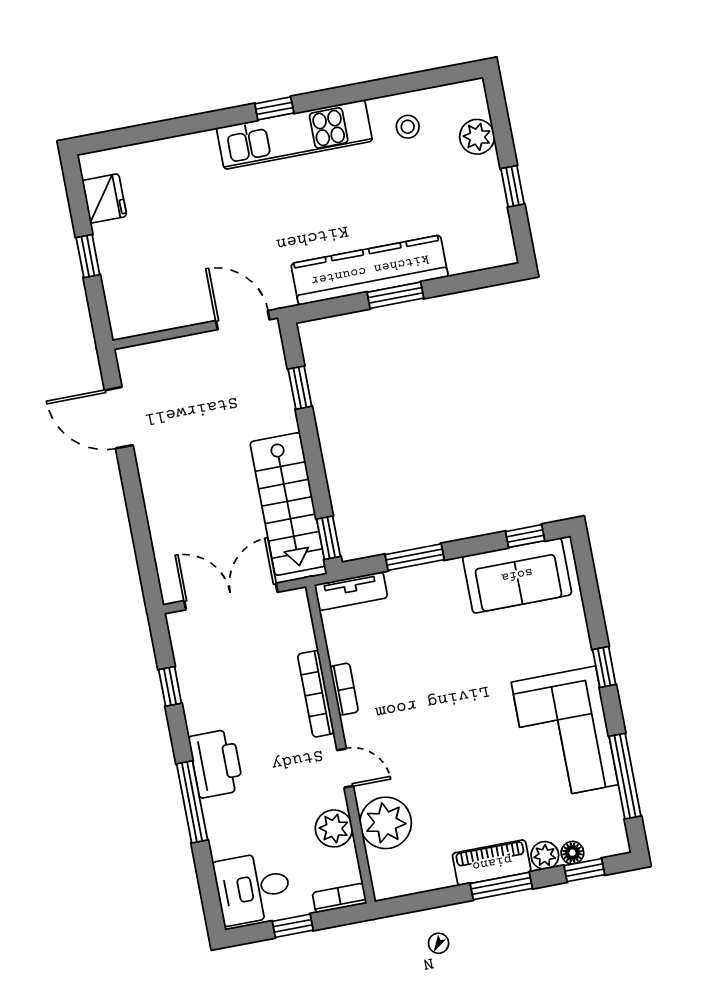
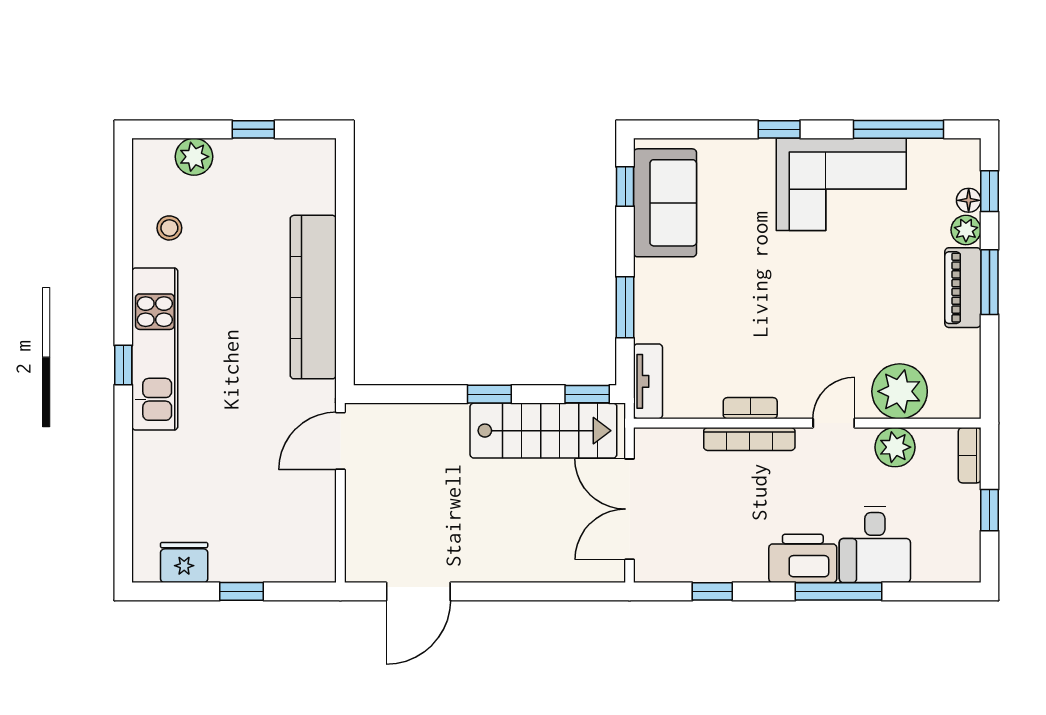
window: (395, 295) -> (345, 275), removed
window: (300, 388) -> (489, 394), moved
desk: (253, 888) -> (875, 545), moved

